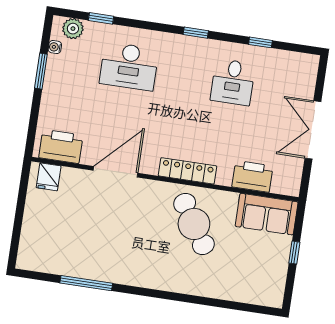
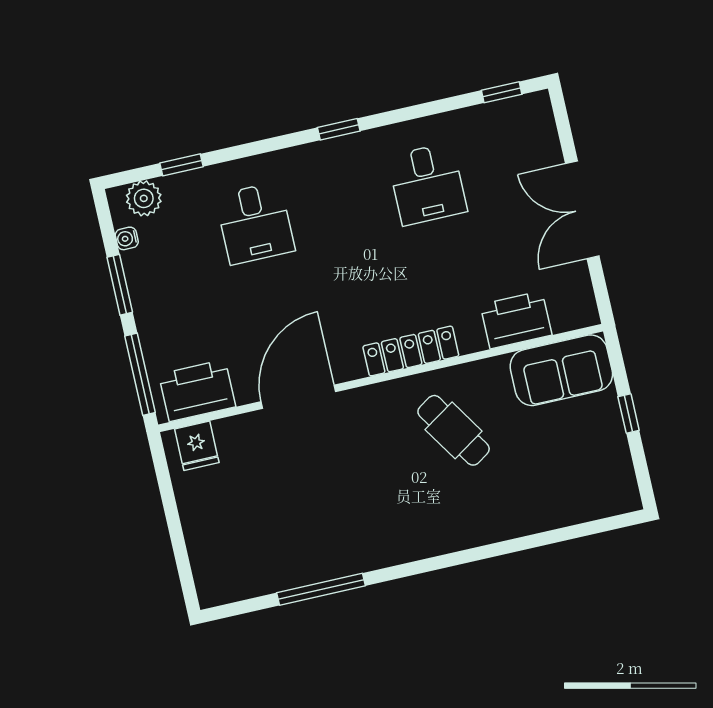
window: (260, 42) -> (502, 92), moved
desk: (129, 66) -> (255, 223), width x0.73
window: (33, 125) -> (140, 374), added
cafe table: (194, 224) -> (454, 430), width x0.73, depth x0.74

